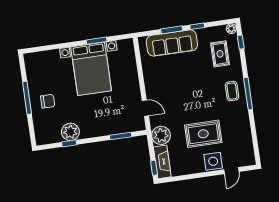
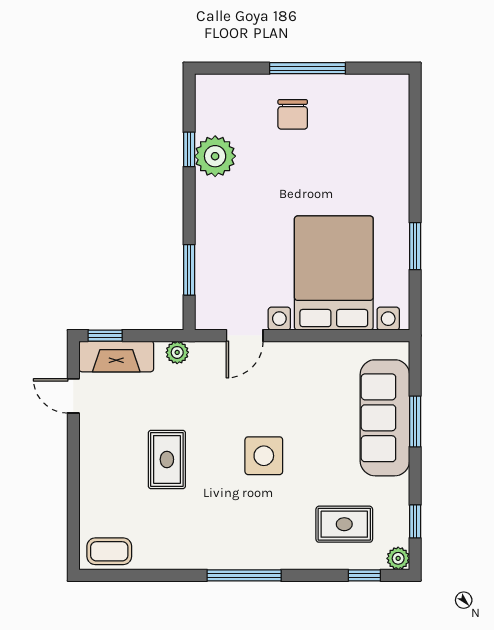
window: (197, 26) -> (415, 521), moved
bed with nightstands: (91, 69) -> (334, 273), moved, turned 90
coffee table: (232, 91) -> (109, 551), moved
rug: (203, 134) -> (167, 459), width x0.73, depth x0.70
plant: (161, 135) -> (177, 352), width x0.53, depth x0.53
side table: (213, 161) -> (264, 456), moved
door: (231, 171) -> (73, 396), moved

